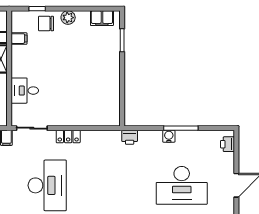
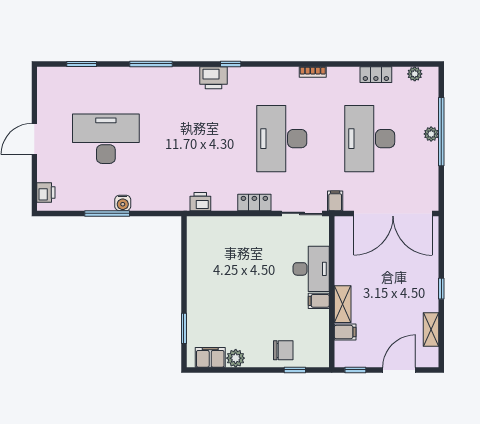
plant: (68, 18) -> (236, 358), moved
filing cabinet: (19, 39) -> (319, 301), moved
desk: (25, 91) -> (311, 269), width x1.37
printer: (130, 137) -> (200, 202), moved

